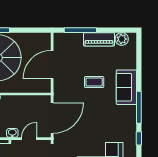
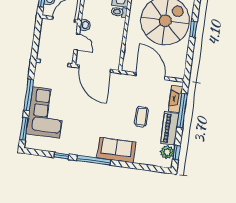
window: (121, 30) -> (176, 152), added
fireplace: (70, 38) -> (176, 99), added
coffee table: (94, 82) -> (141, 117), moved

